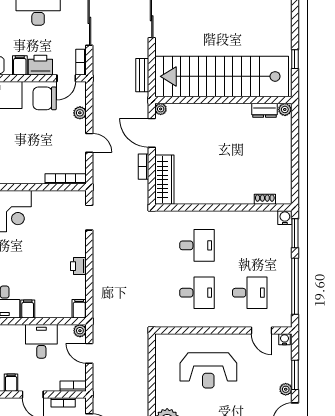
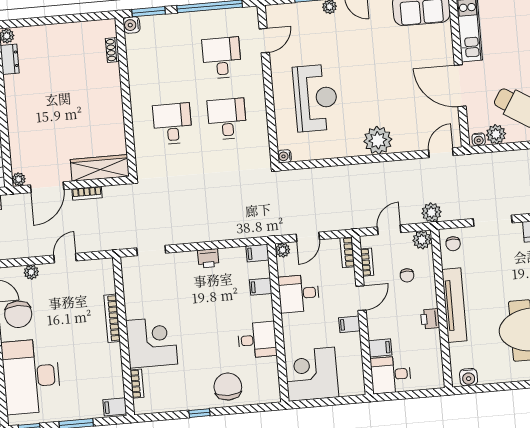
bookcase: (66, 179) -> (112, 318), moved
filing cabinet: (28, 309) -> (261, 287), moved
water cooler: (285, 339) -> (284, 156), moved

